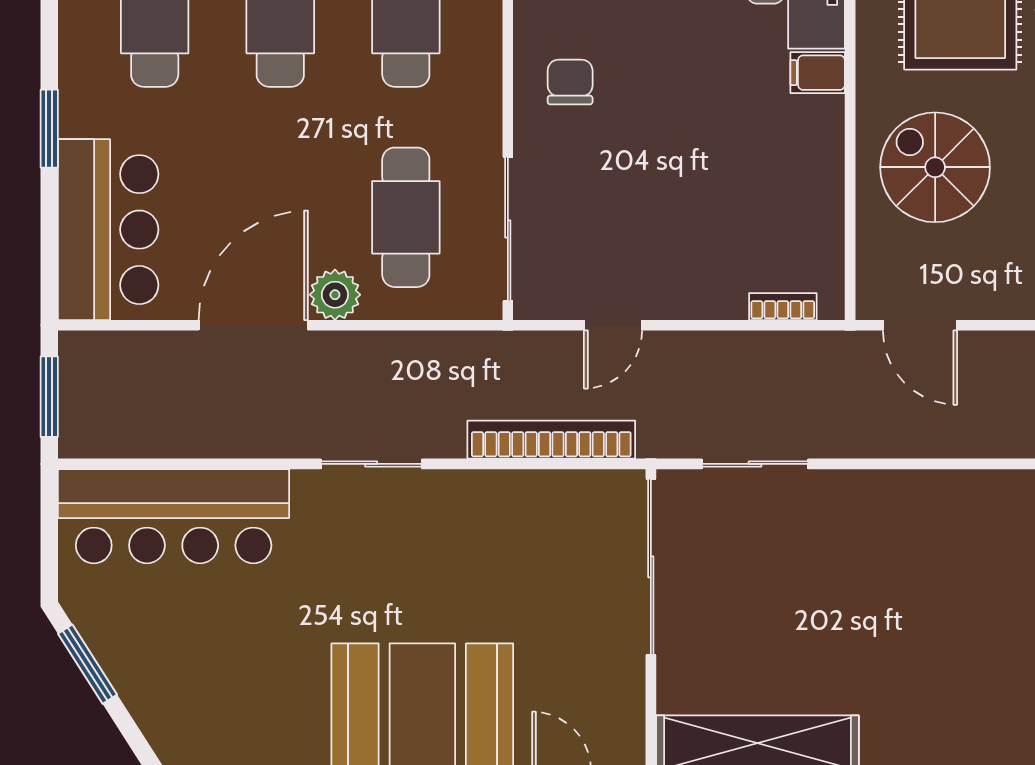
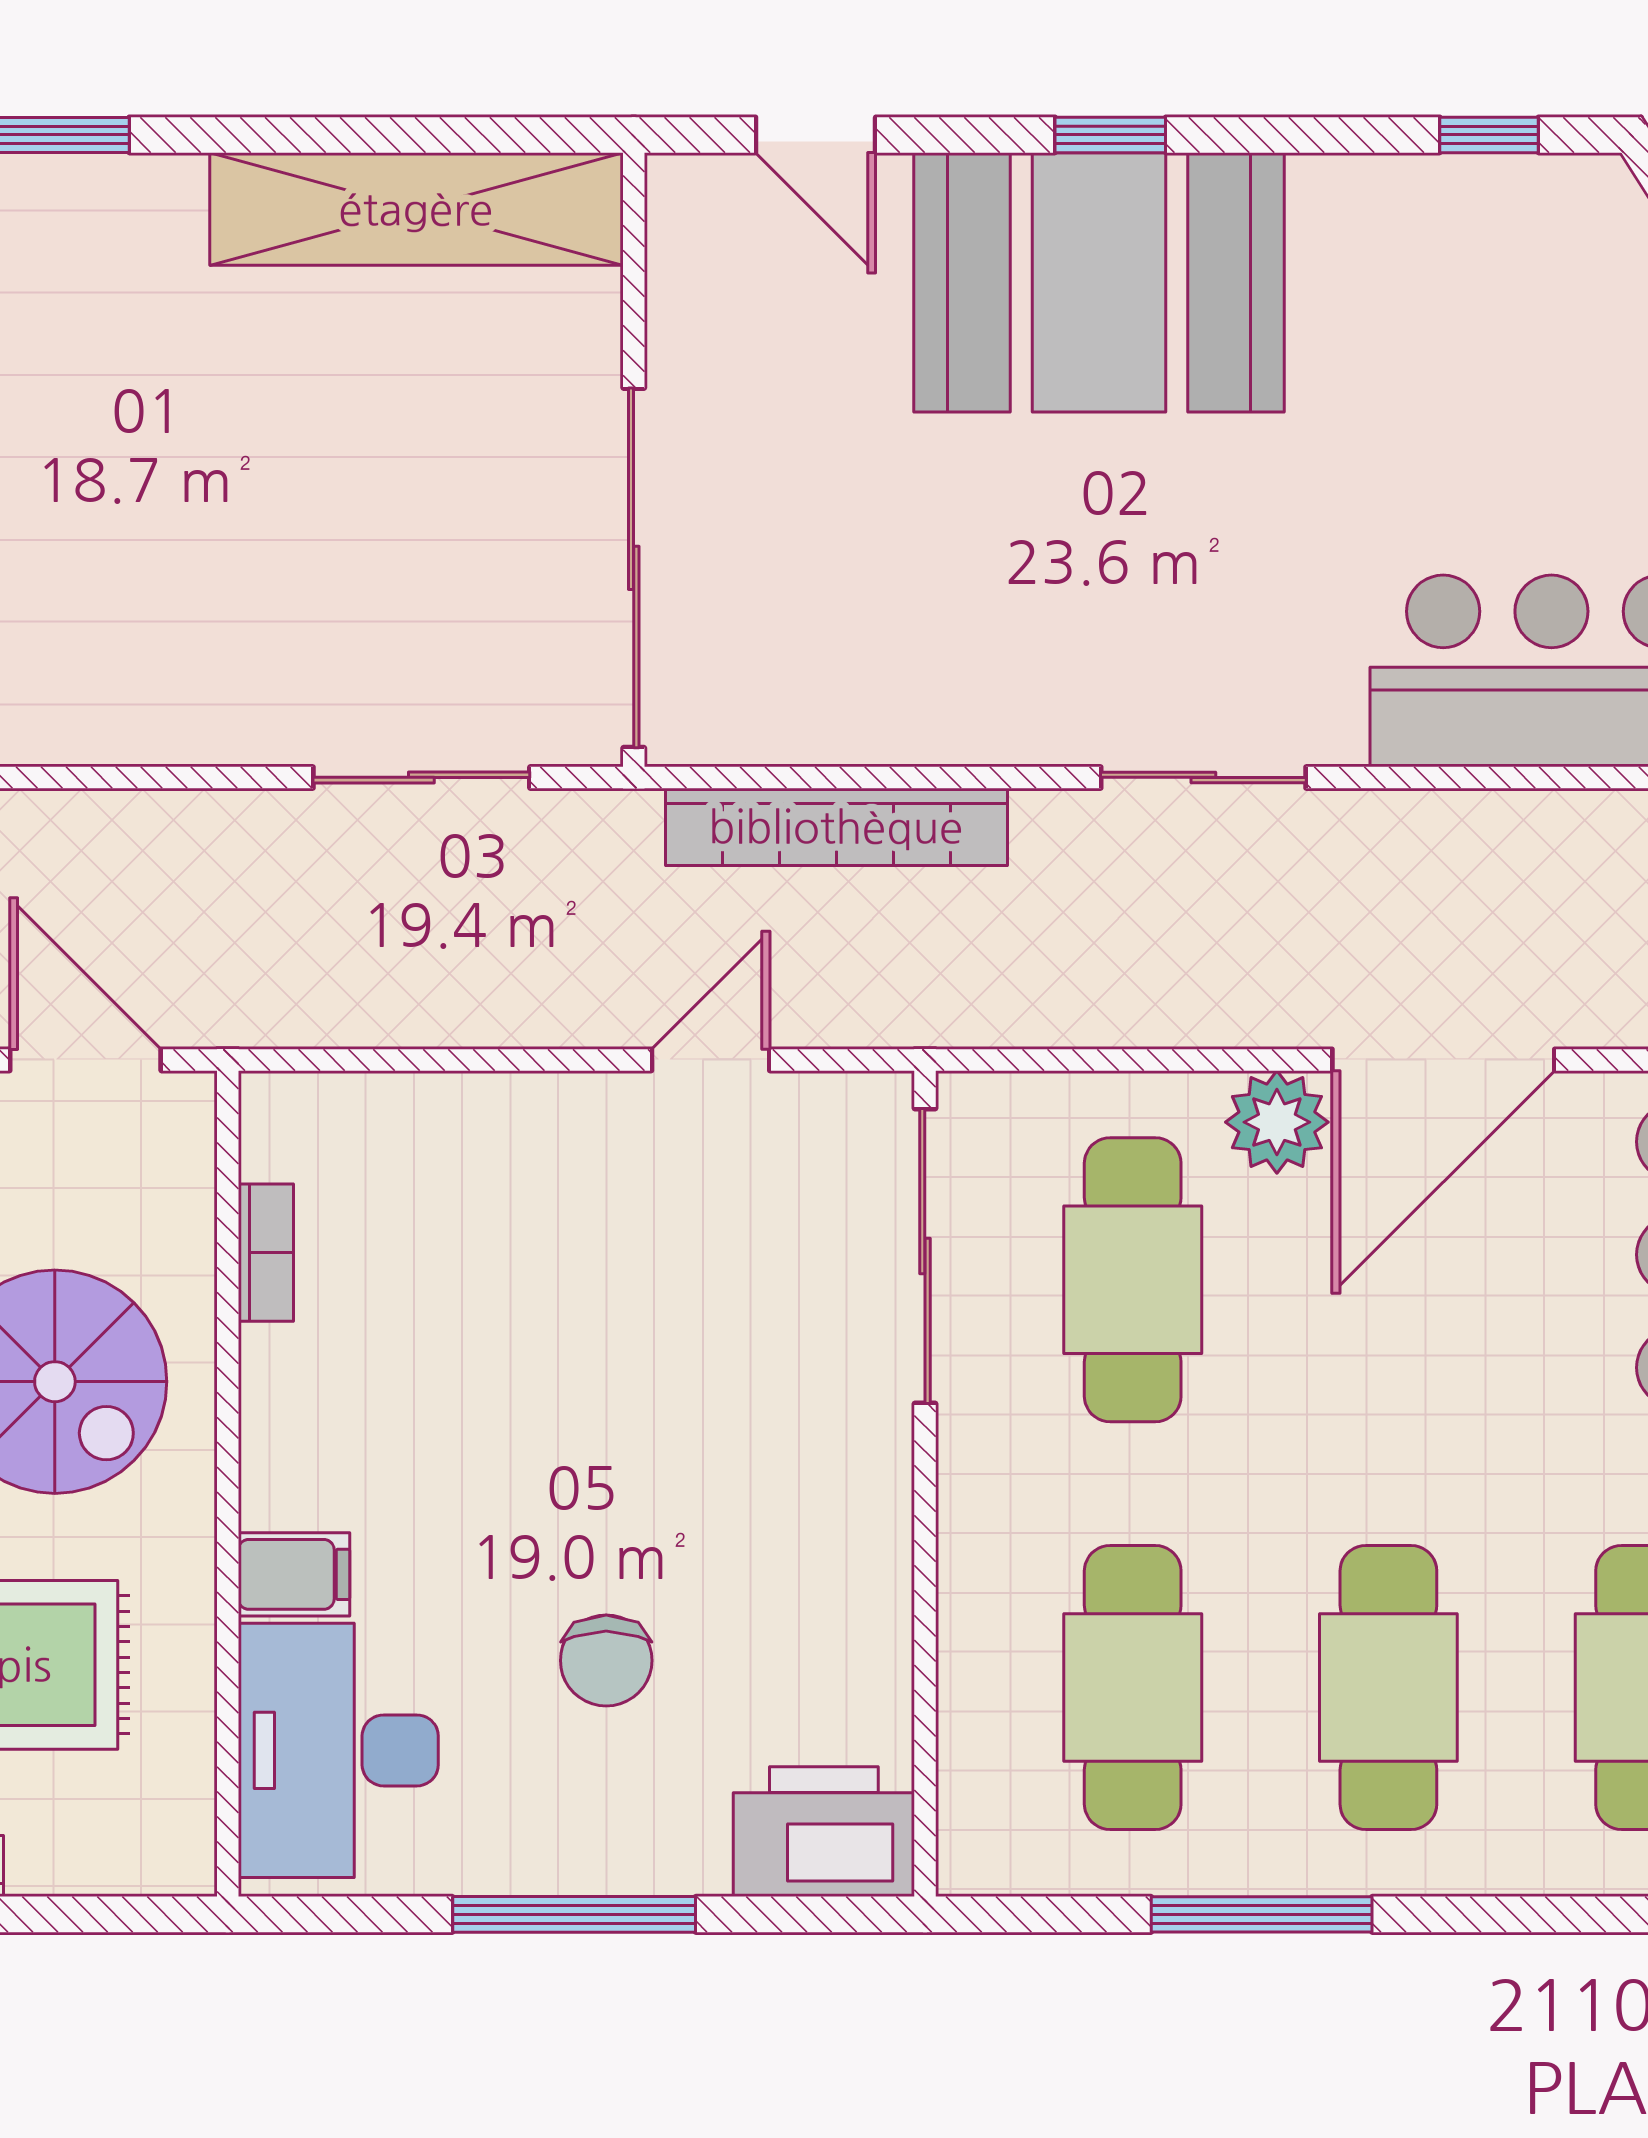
chair: (570, 82) -> (606, 1660), moved
bookcase: (783, 307) -> (266, 1253), moved, turned -90

